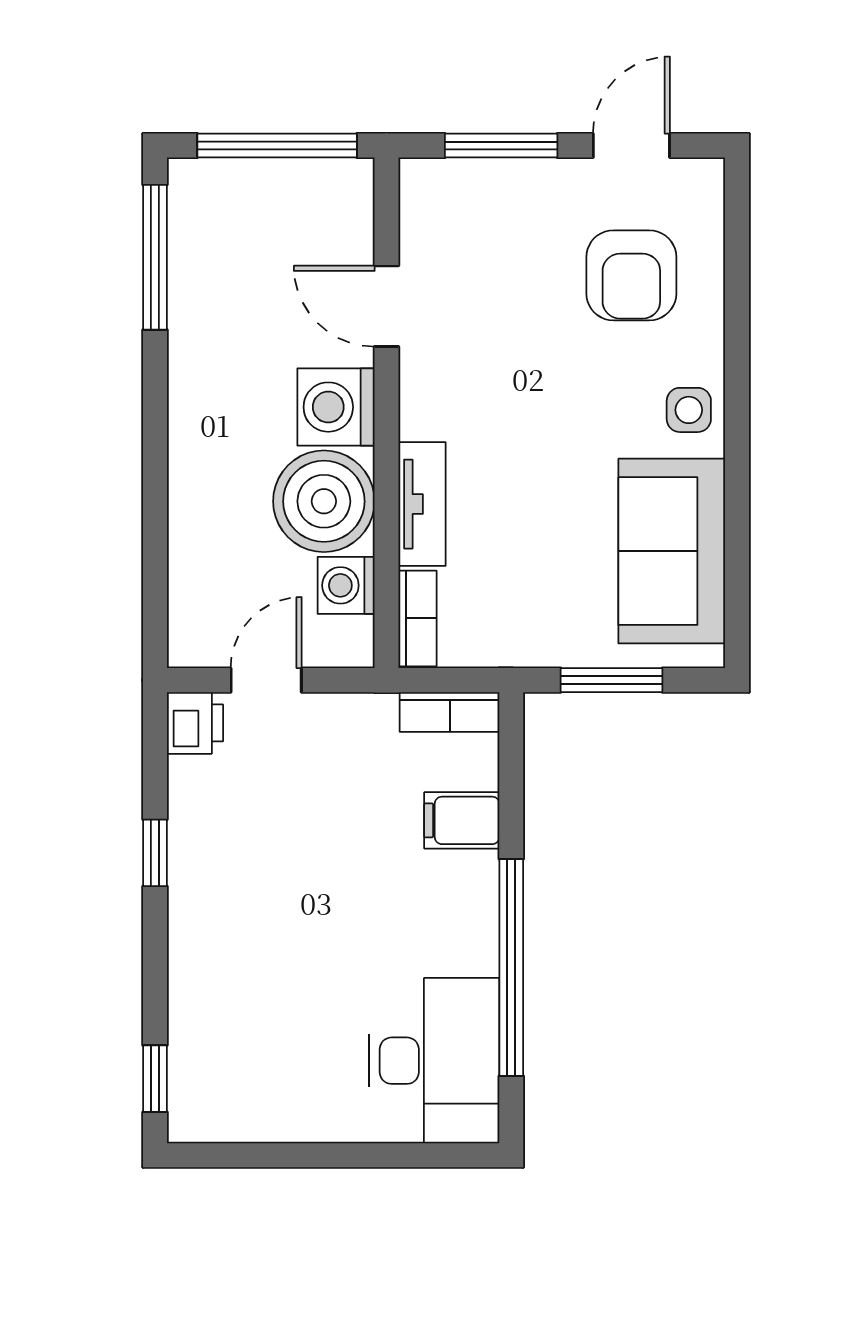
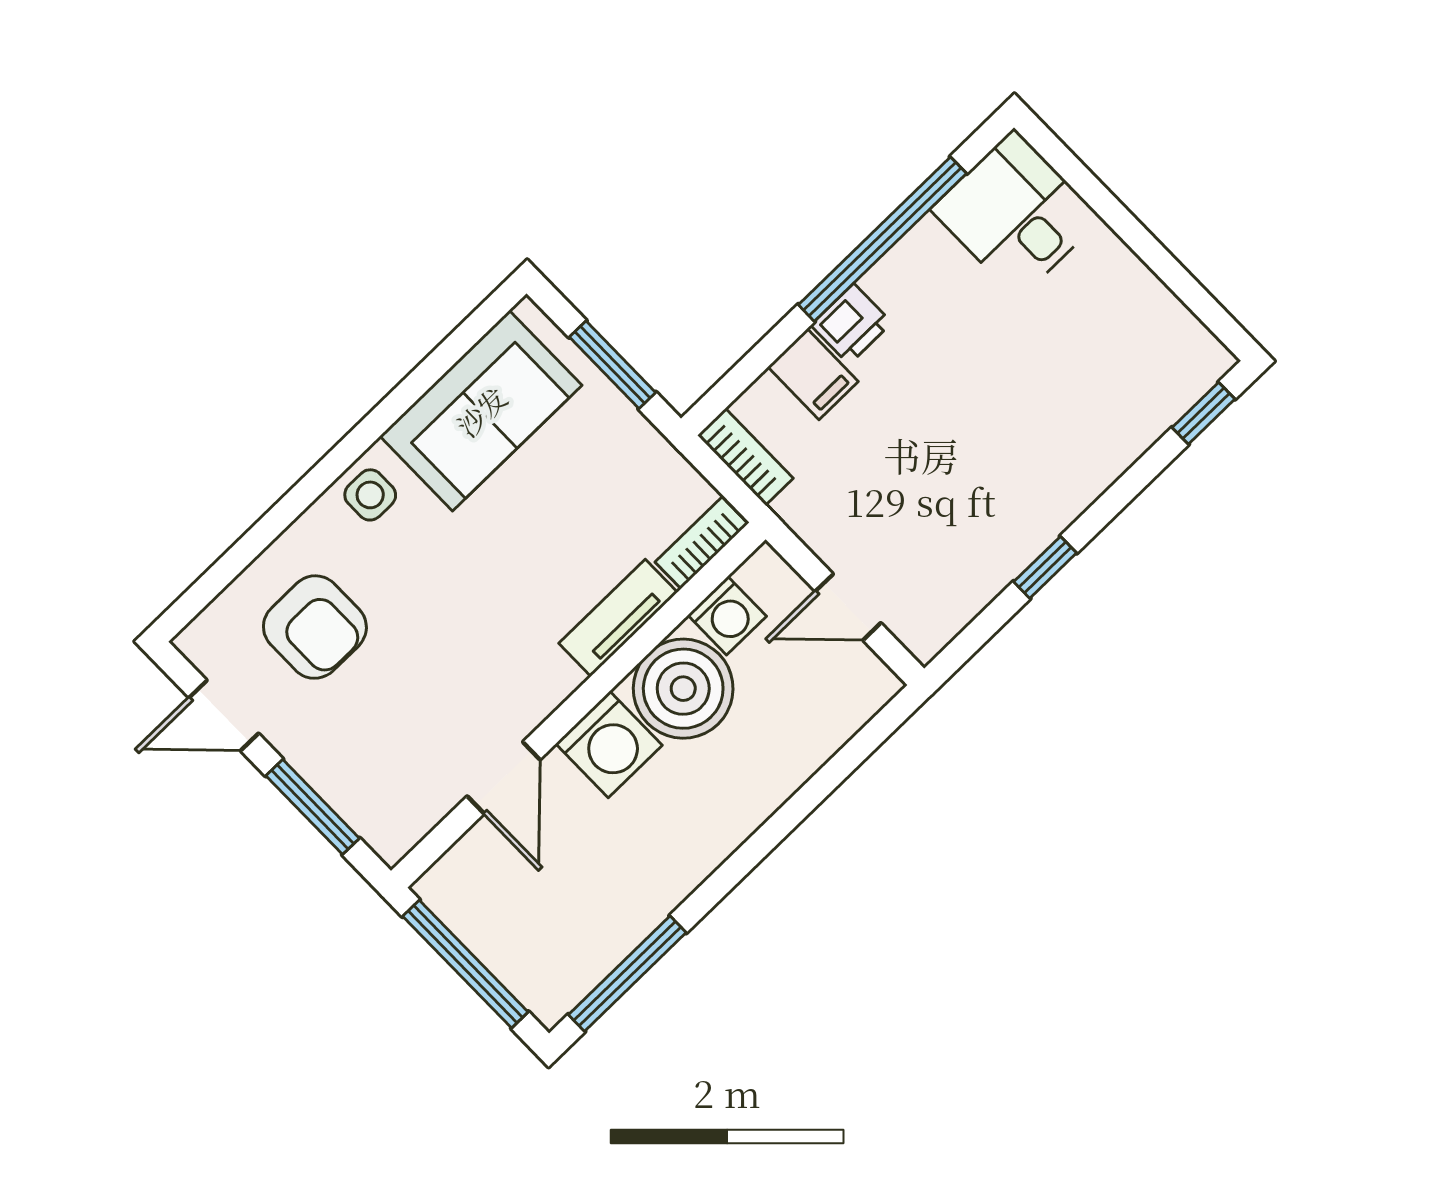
armchair: (631, 275) -> (315, 627), turned 90
printer: (195, 723) -> (851, 324), moved, turned 180
desk: (434, 1061) -> (1016, 214), width x0.73

